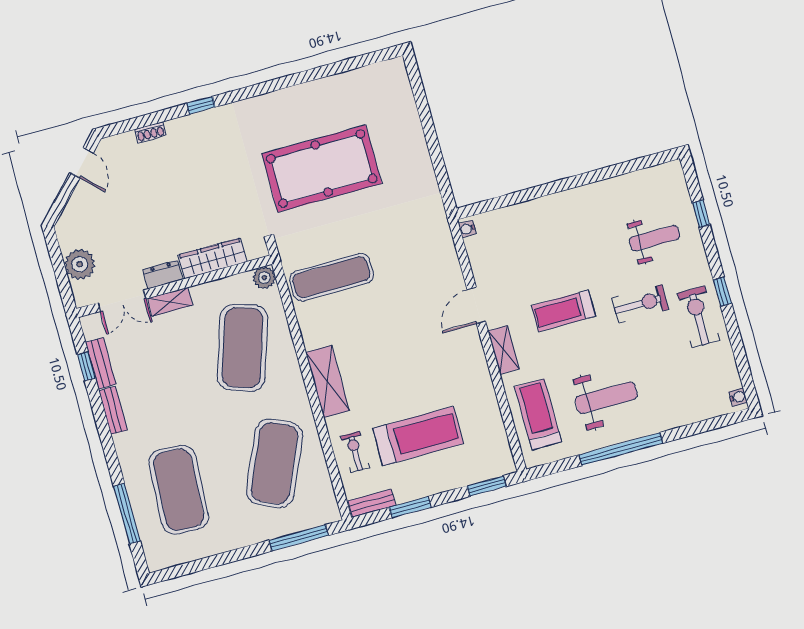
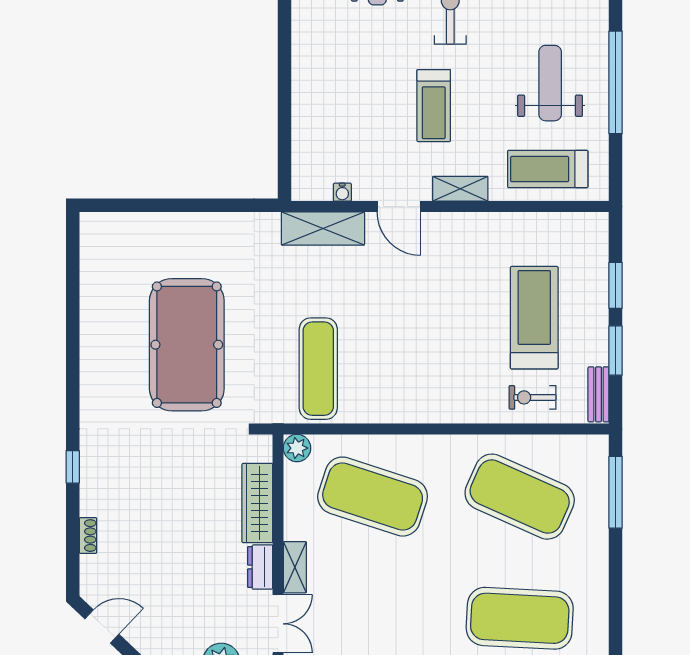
water cooler: (467, 229) -> (342, 192), moved
shelving: (328, 381) -> (323, 228), moved
window: (487, 486) -> (616, 285), moved

